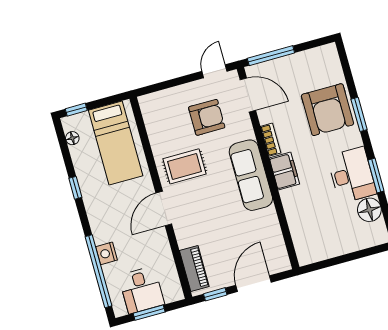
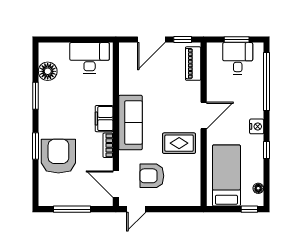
window: (271, 56) -> (72, 209), moved
desk: (352, 175) -> (90, 58), moved, turned 90
nightstand: (106, 253) -> (257, 126), moved

